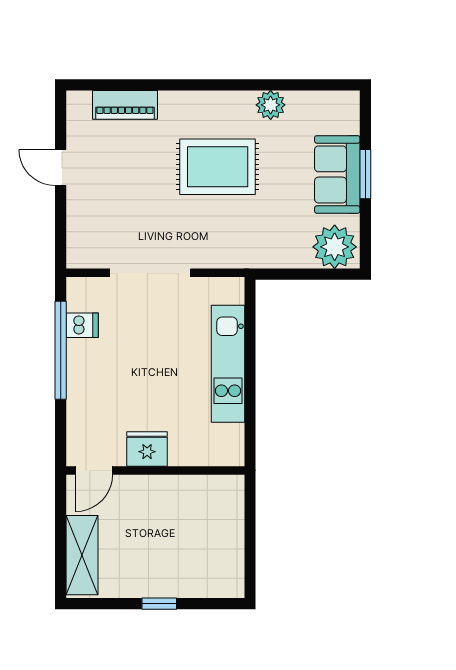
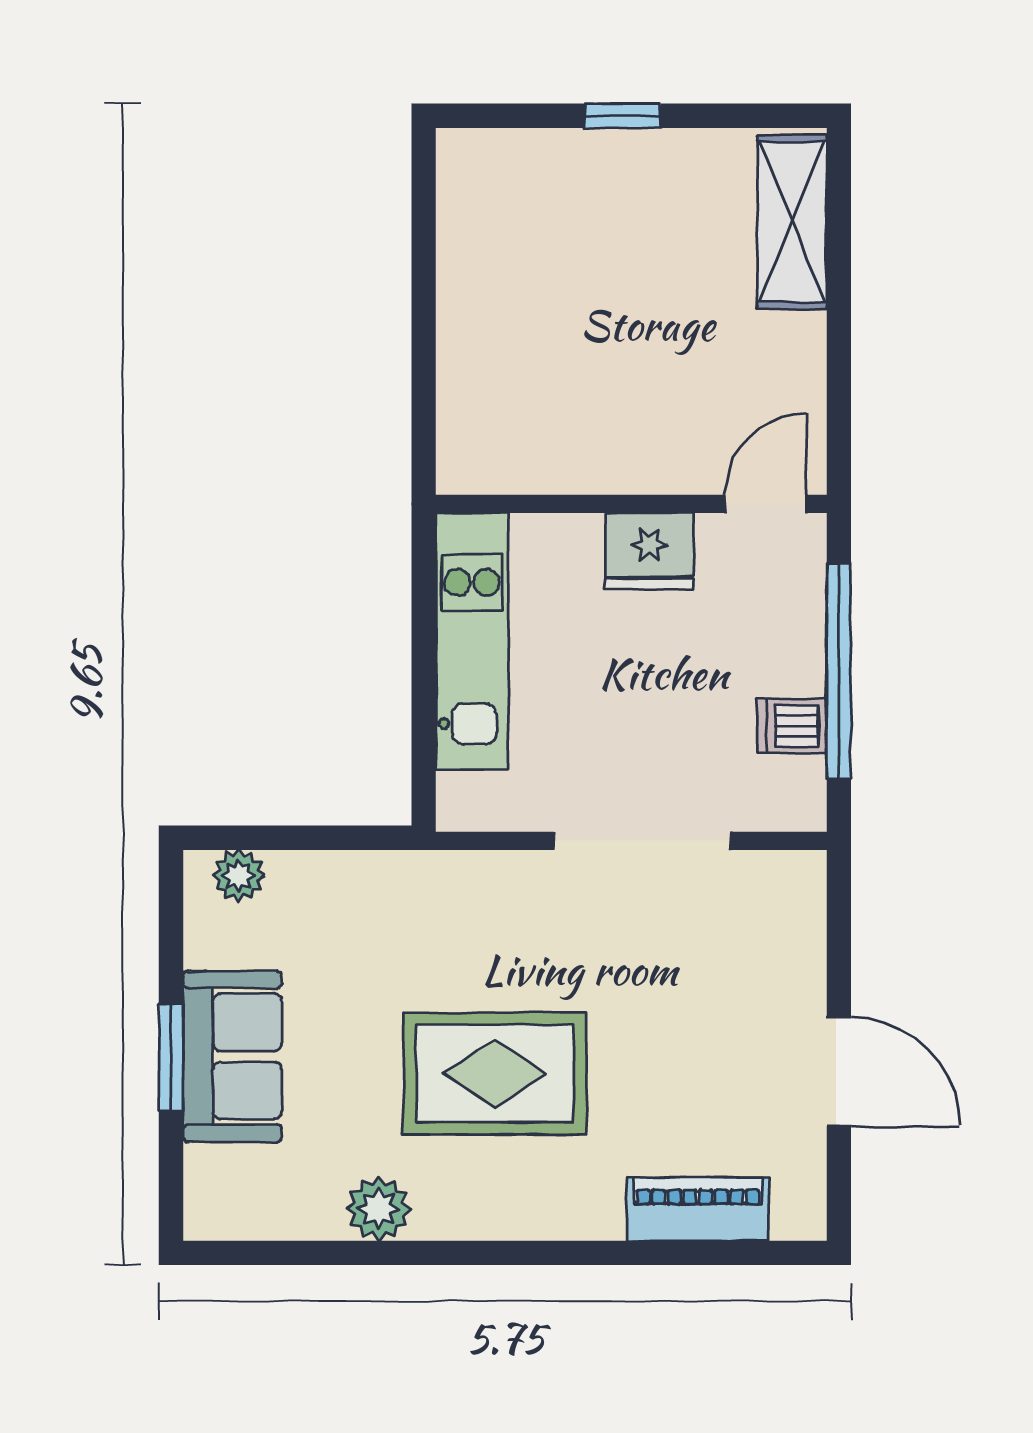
door: (61, 168) -> (839, 1072), width x1.37
plant: (335, 247) -> (238, 875), width x0.53, depth x0.53
fridge: (147, 449) -> (649, 551), moved
door: (94, 470) -> (766, 504), moved
wall: (155, 470) -> (631, 504), moved

